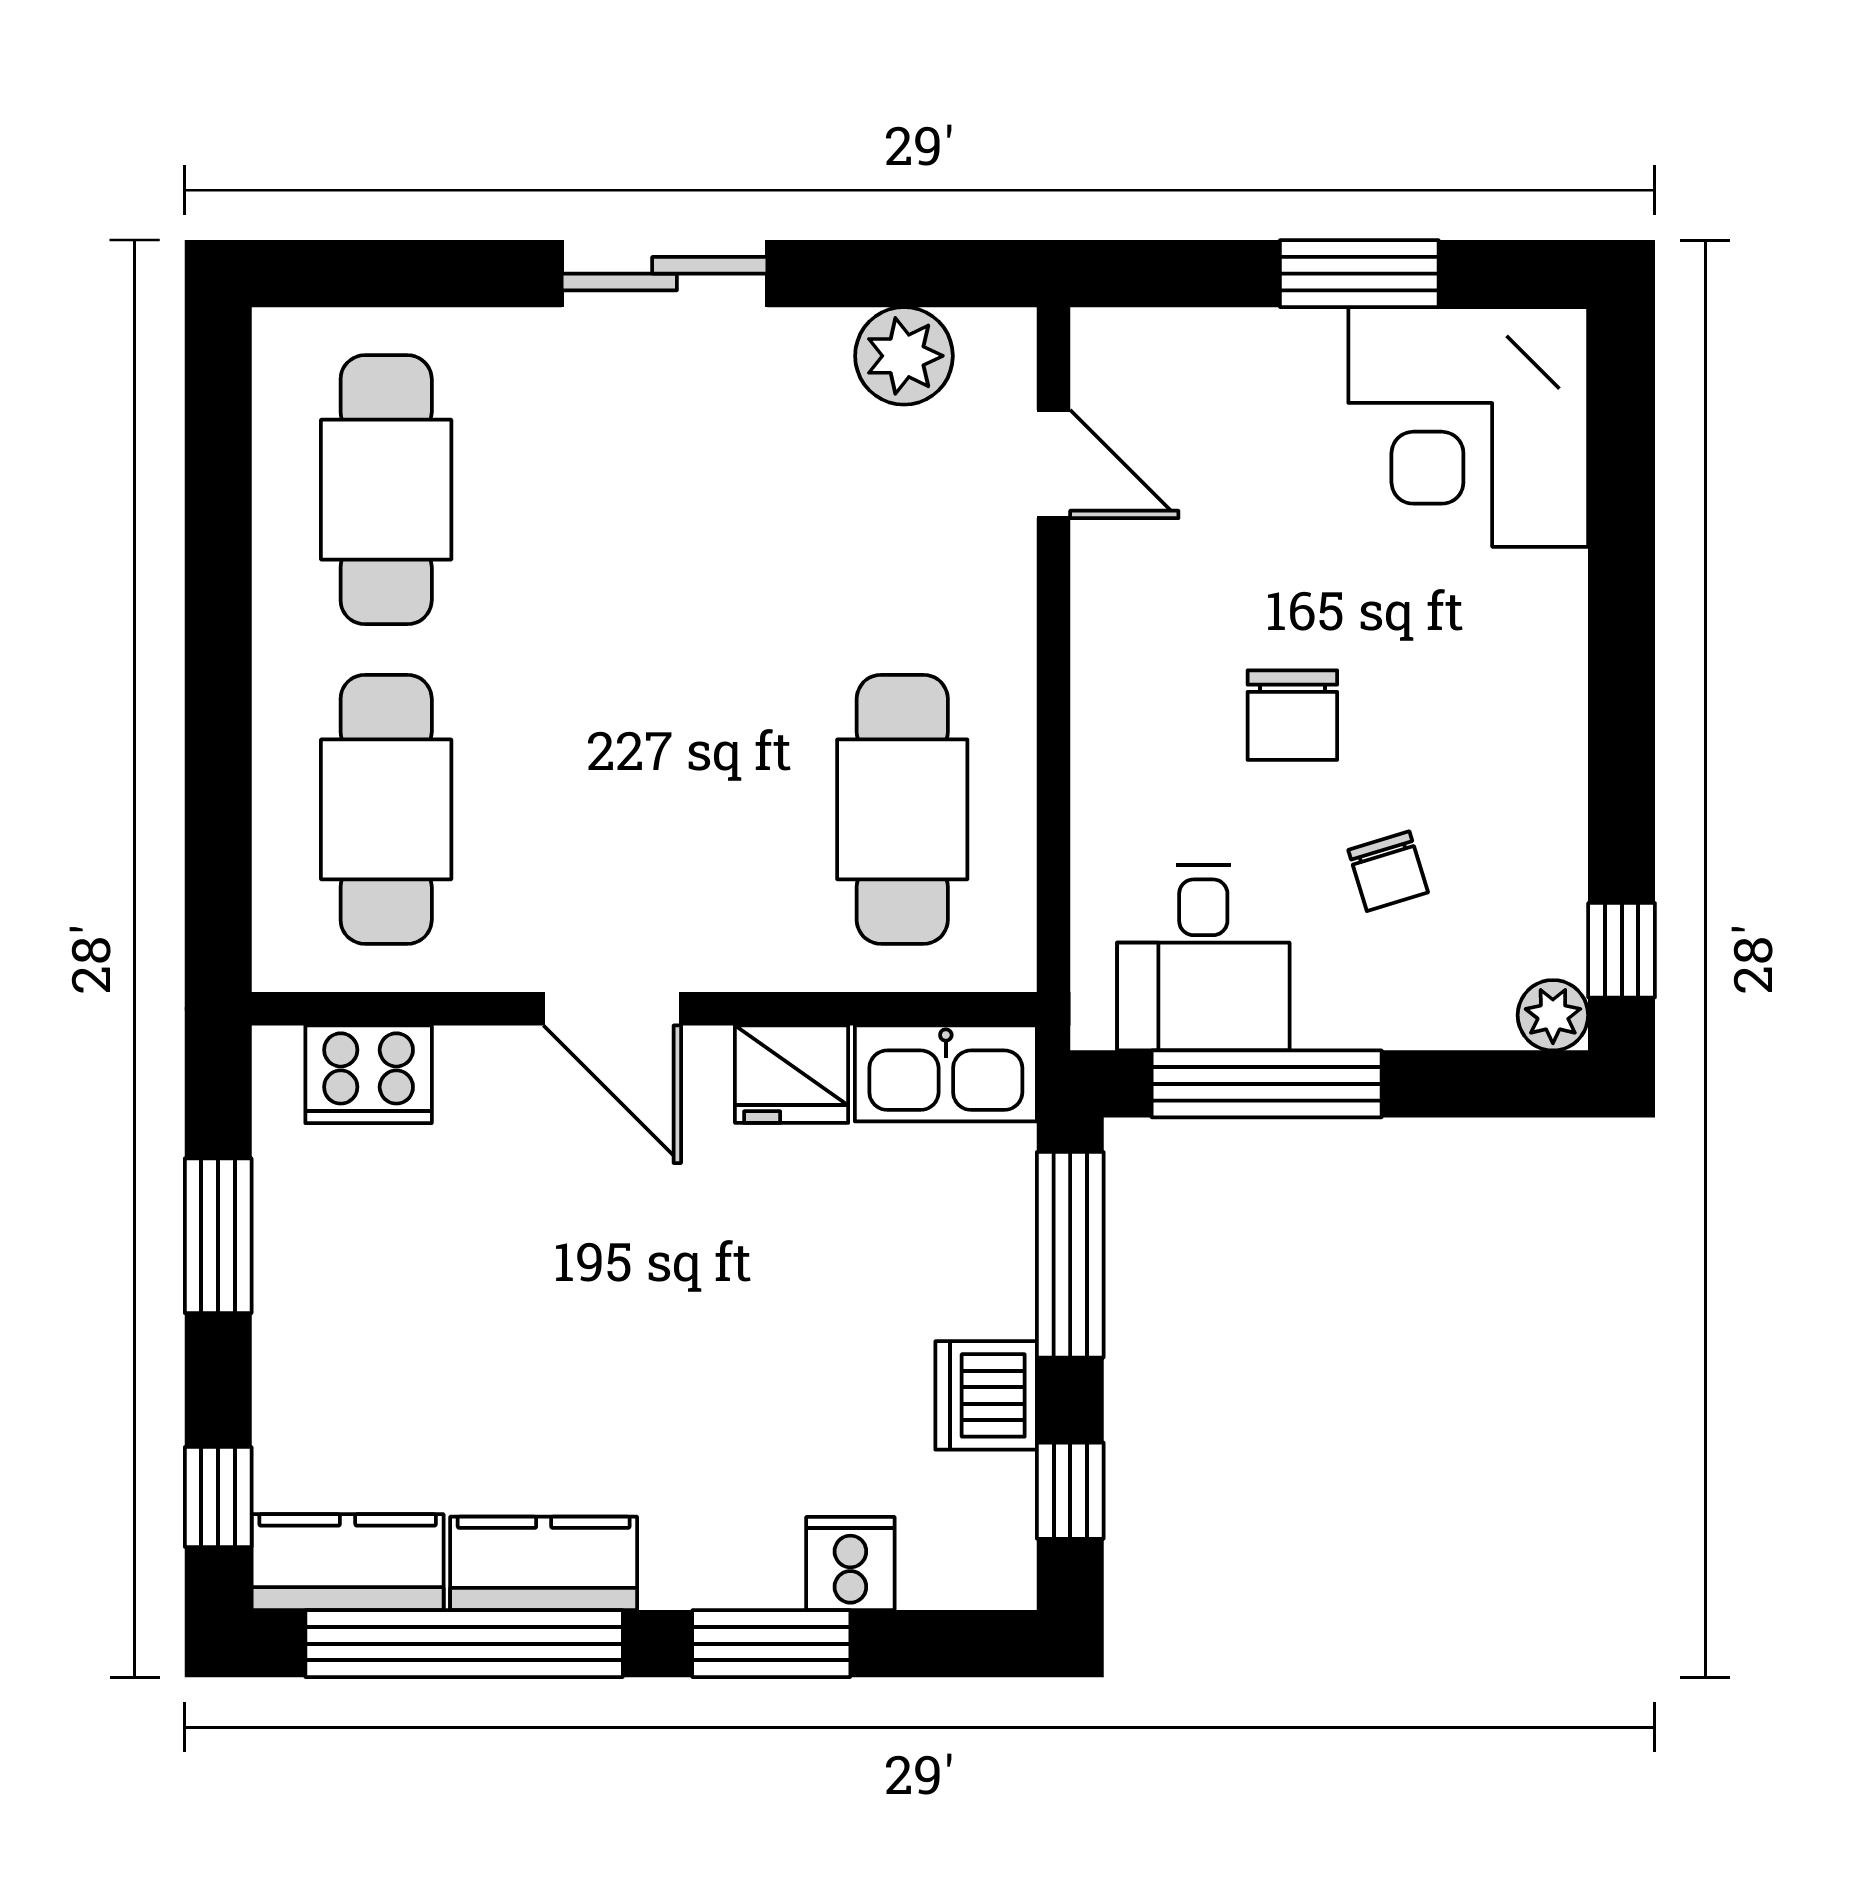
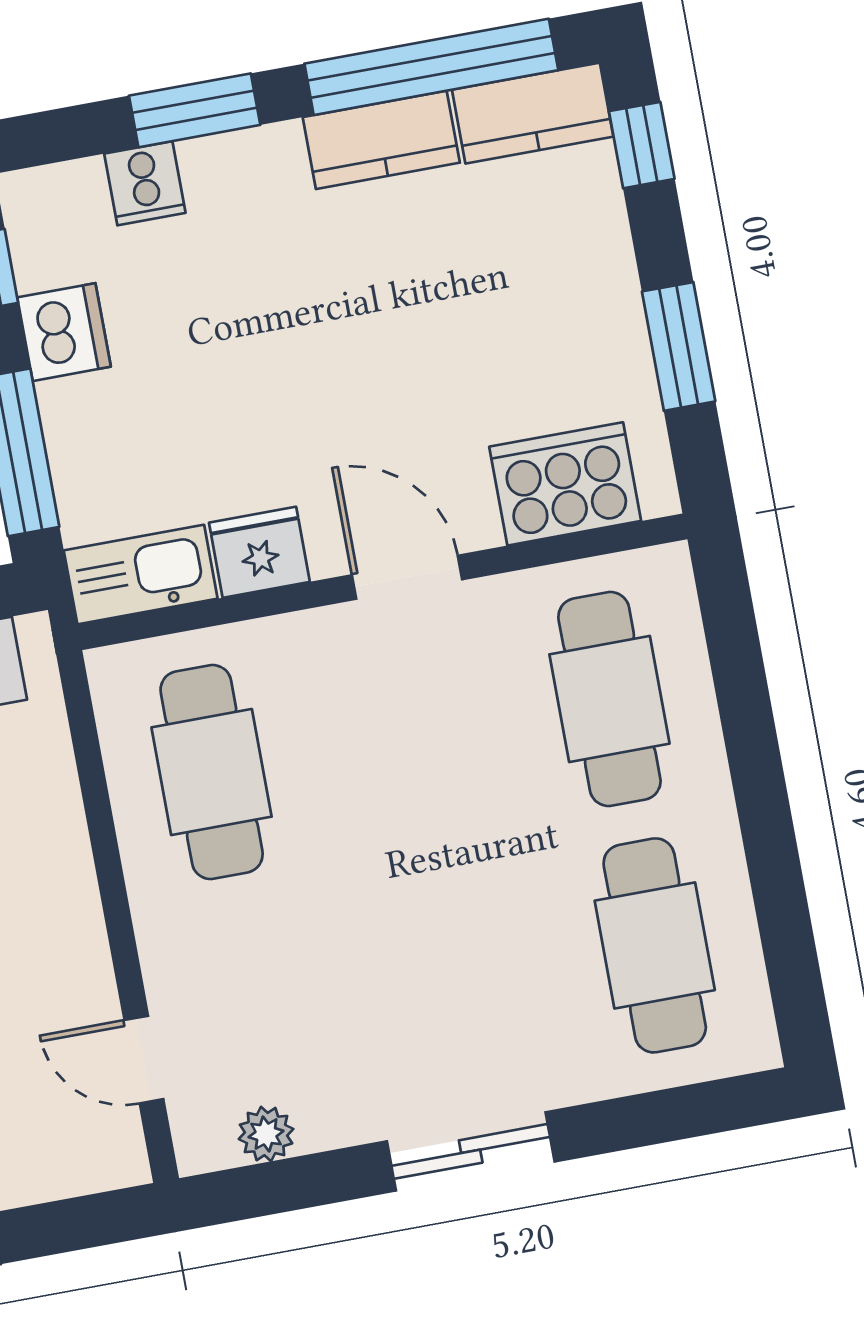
plant: (904, 356) -> (266, 1134), width x0.73, depth x0.73
cooker: (369, 1074) -> (565, 484), width x1.37, depth x1.31

